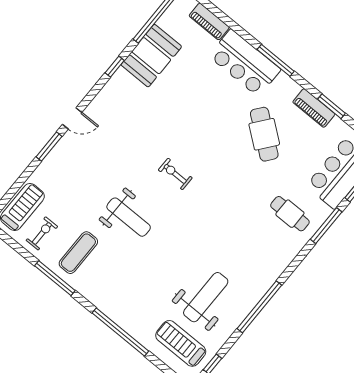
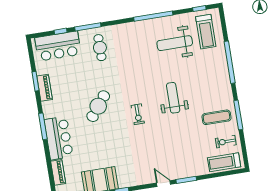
cafe table: (264, 134) -> (98, 106), moved
weight bench: (129, 217) -> (173, 98), moved

